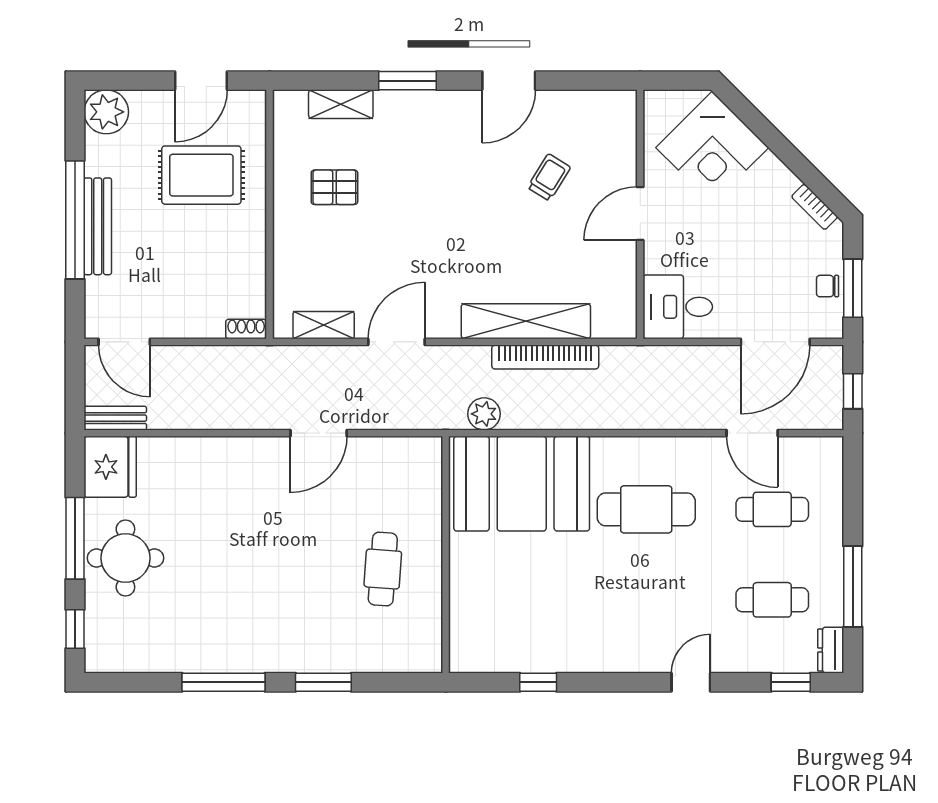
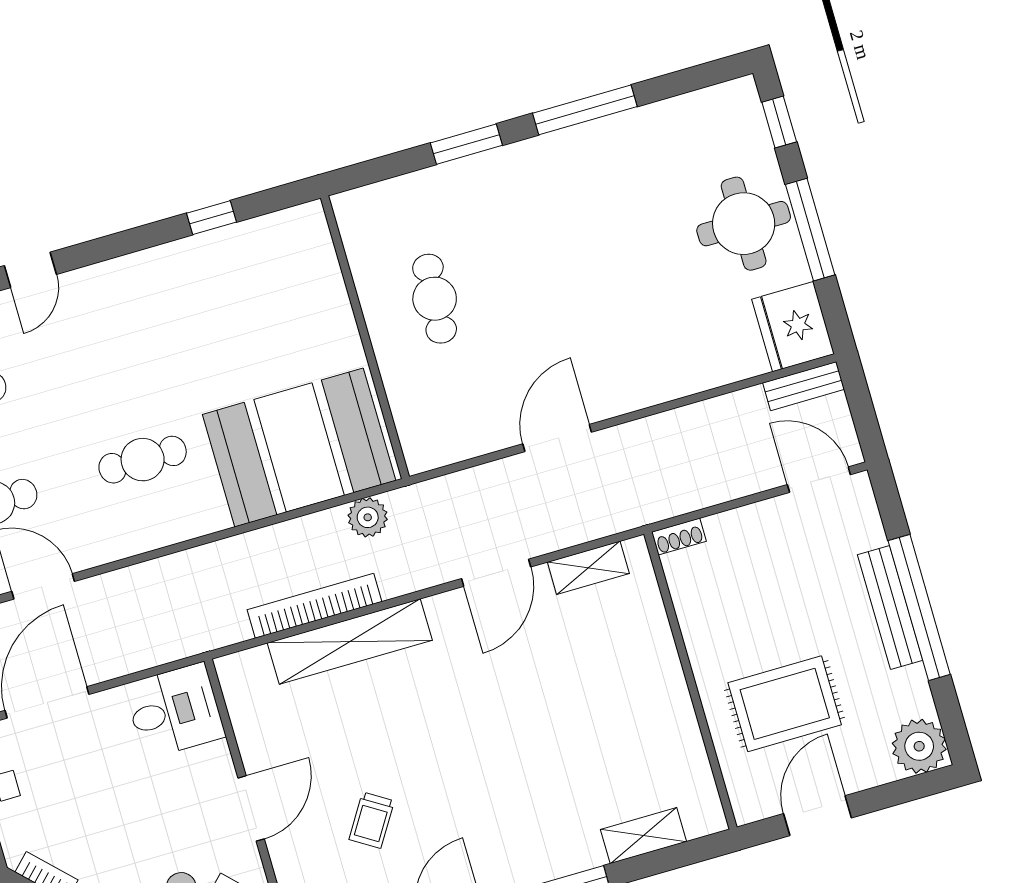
pallet: (334, 187) -> (623, 735), removed
cafe table: (646, 509) -> (143, 460), width x0.73, depth x0.74

